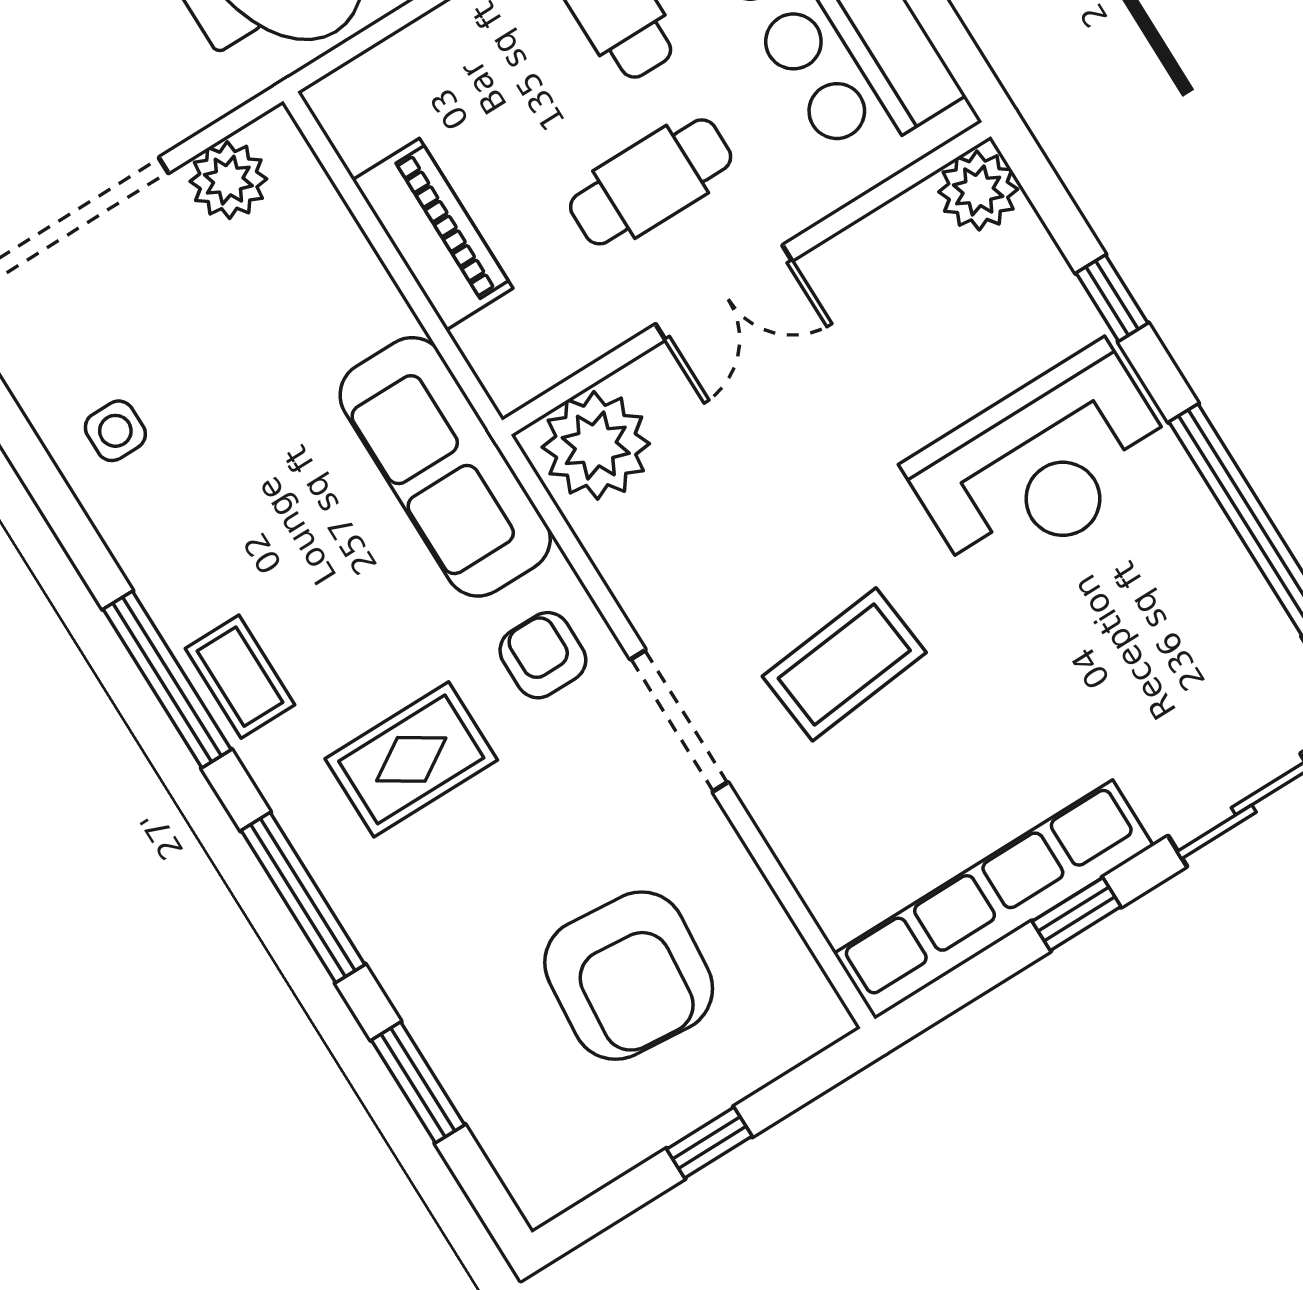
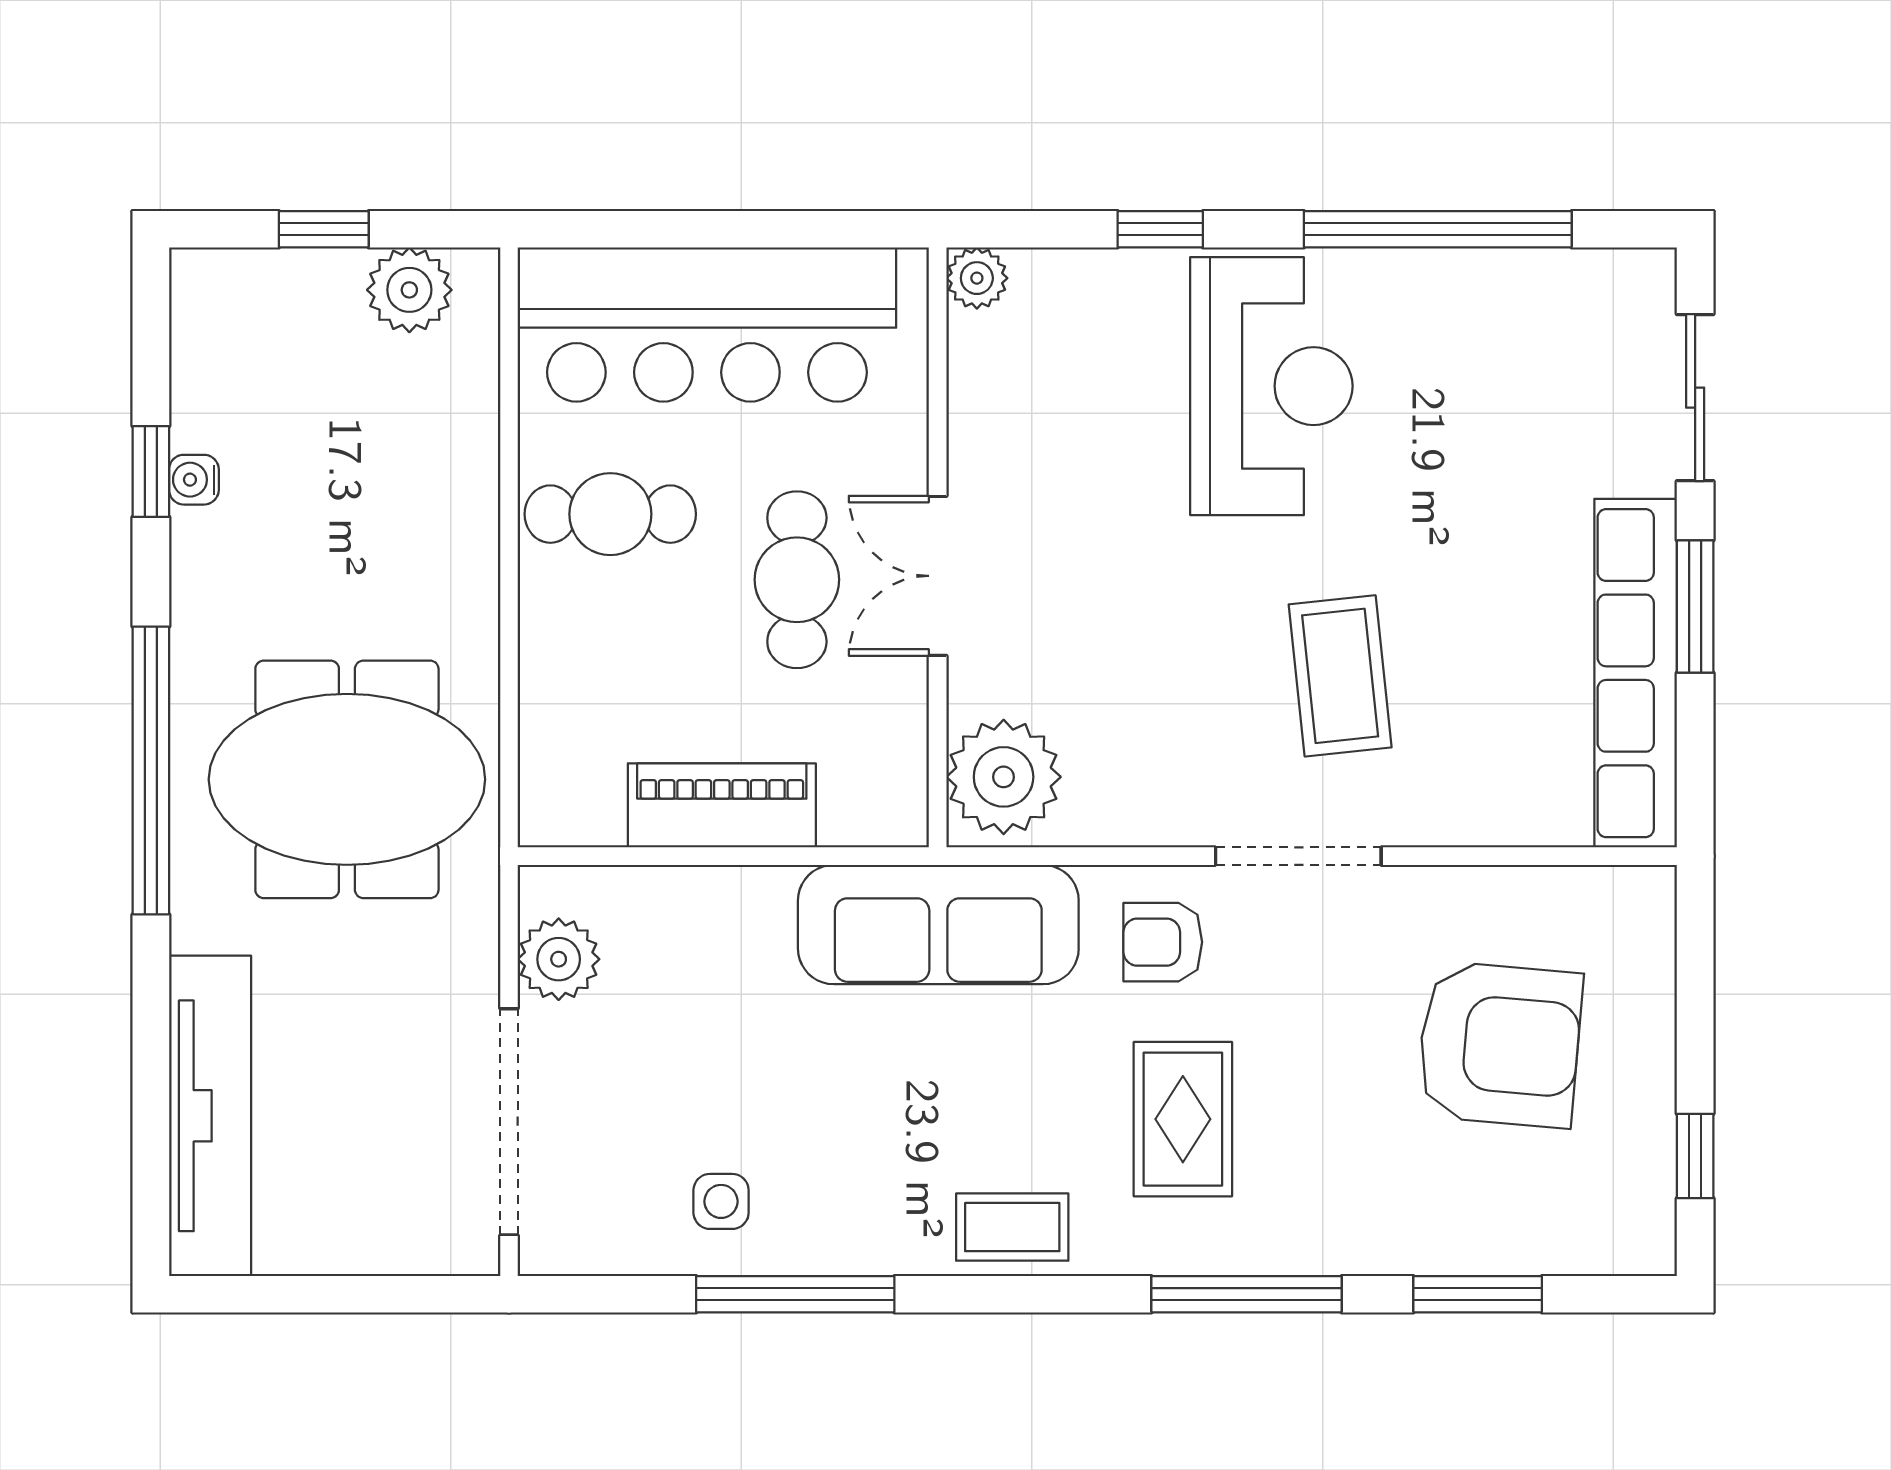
plant: (978, 191) -> (977, 278), width x0.73, depth x0.73
double door: (724, 292) -> (938, 576), swing flipped
window: (167, 679) -> (795, 1294), moved
window: (1077, 914) -> (1695, 607), width x1.50
window: (709, 1143) -> (1695, 1156), moved

